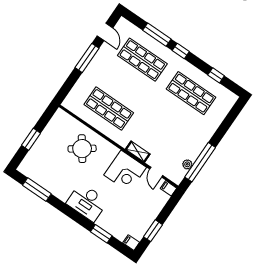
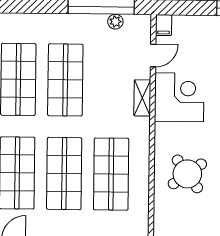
shop shelf: (126, 84) -> (64, 174), added
shop shelf: (174, 118) -> (65, 80), added

